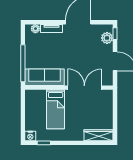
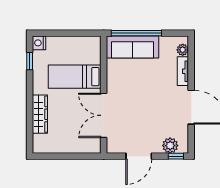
sofa: (45, 77) -> (133, 47), moved, turned 90
double door: (84, 88) -> (104, 115), swing flipped
wardrobe: (99, 135) -> (40, 114), moved

